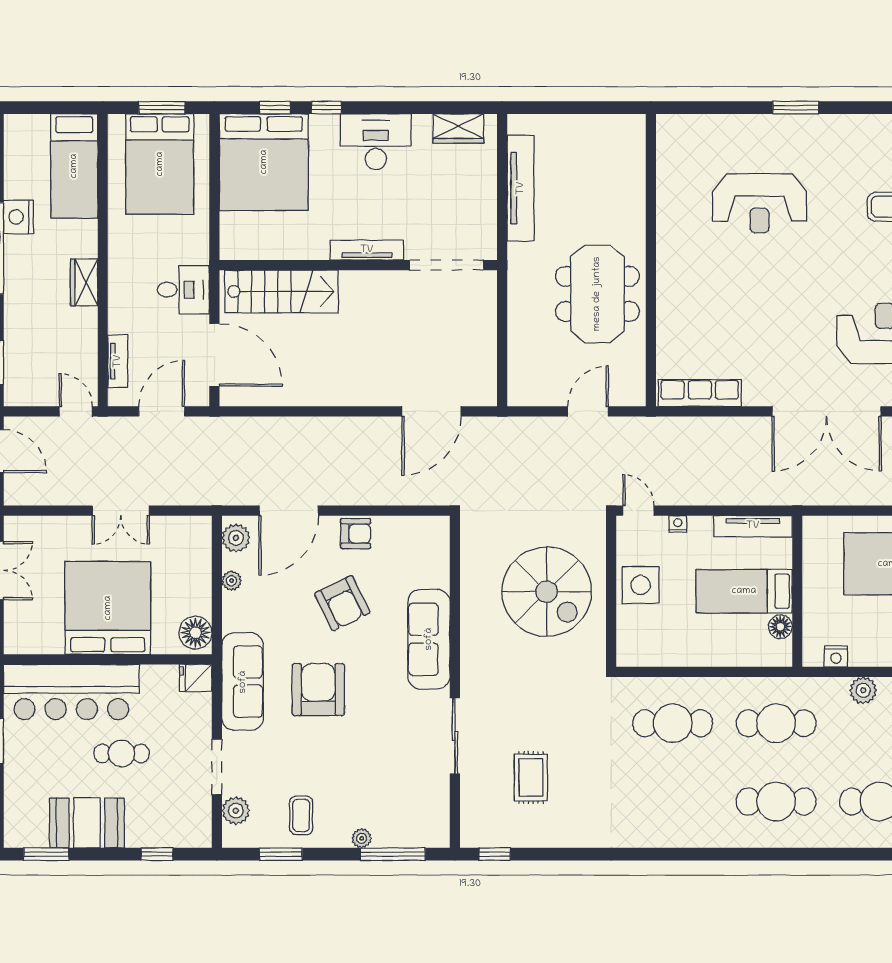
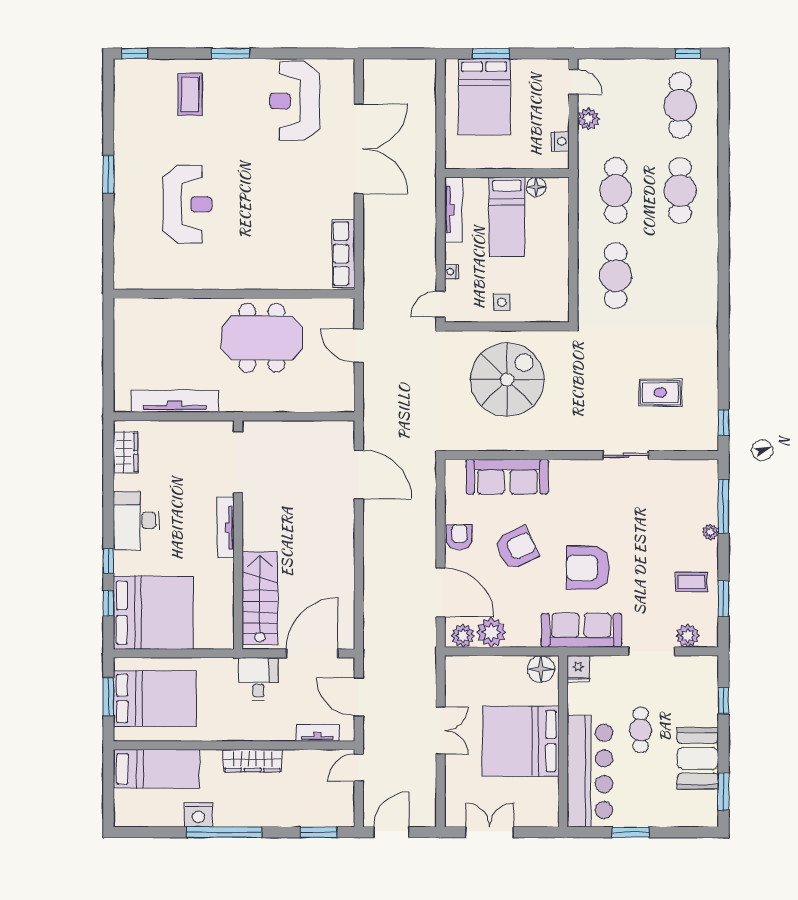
wardrobe: (84, 282) -> (252, 761), width x1.50
plant: (231, 581) -> (491, 632), width x1.87, depth x1.87
side table: (641, 585) -> (502, 302), width x0.54, depth x0.54
sofa: (429, 639) -> (507, 477), moved
sliding door: (455, 736) -> (626, 455), width x0.73

